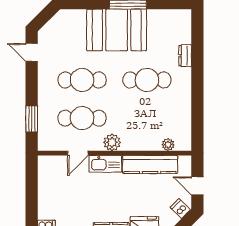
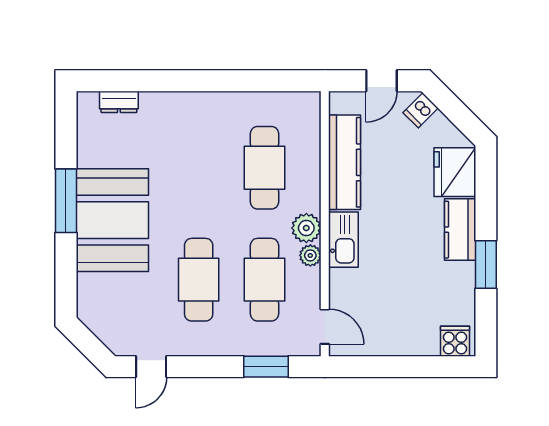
dresser: (185, 56) -> (119, 102), moved
cafe table: (147, 80) -> (264, 168), moved
plant: (168, 145) -> (310, 255), moved
door: (78, 153) -> (325, 327), moved

